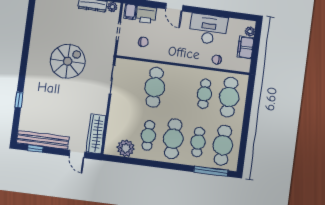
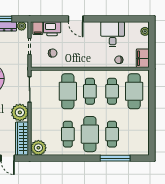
desk: (208, 29) -> (113, 34), width x0.73
filing cabinet: (245, 48) -> (143, 58), moved
plant: (97, 104) -> (20, 112), added
cafe table: (223, 145) -> (90, 91), moved, width x0.73, depth x0.74
plant: (126, 148) -> (38, 148), moved
window: (211, 171) -> (115, 158), moved

